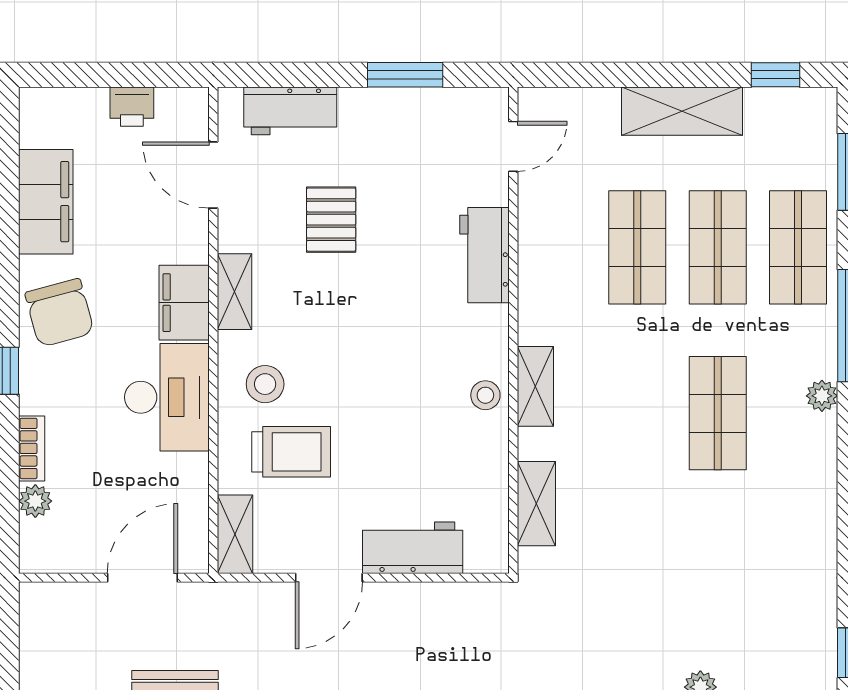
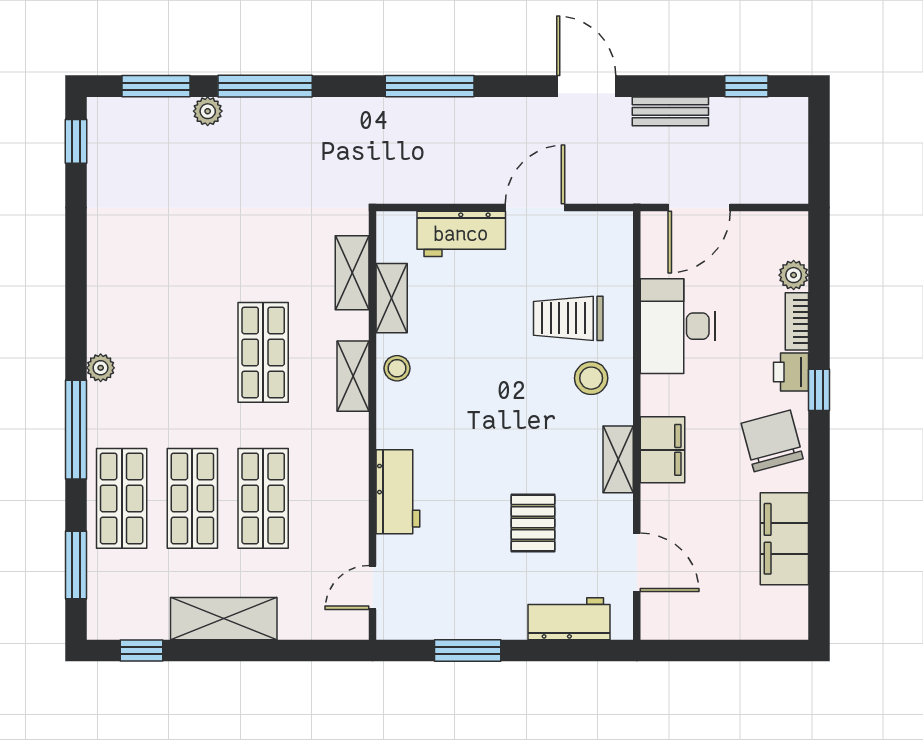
printer: (132, 107) -> (791, 372), moved, turned -90
desk: (167, 397) -> (678, 326), moved
shop shelf: (718, 413) -> (263, 352), moved
shelving: (235, 534) -> (392, 298), moved

